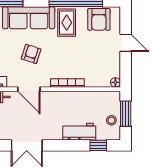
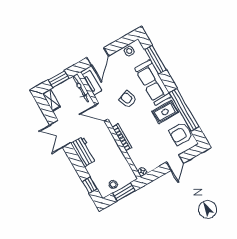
armchair: (31, 54) -> (128, 99), turned -129
door: (29, 89) -> (101, 112), hinge flipped
workbench: (79, 132) -> (84, 152), moved

